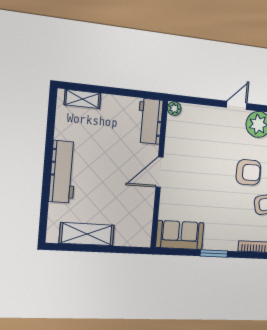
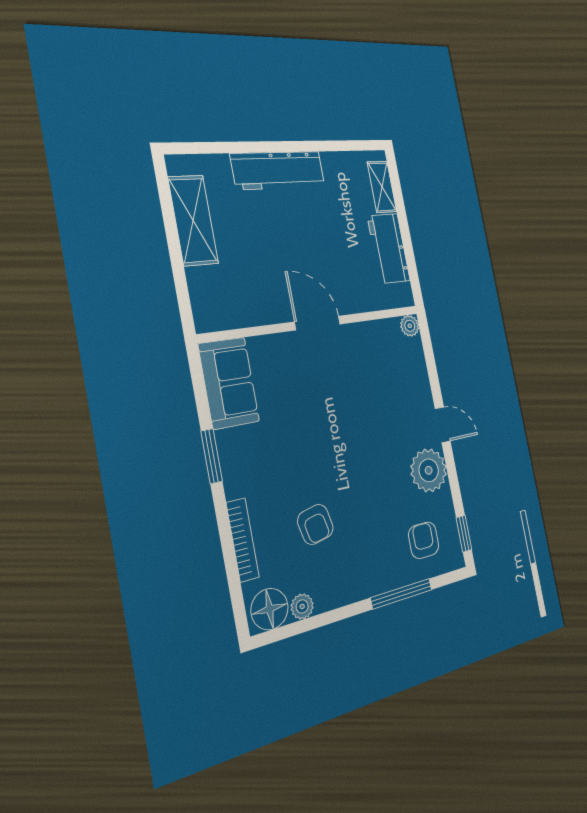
workbench: (150, 121) -> (389, 248), moved, turned -90
armchair: (248, 172) -> (357, 477), removed

